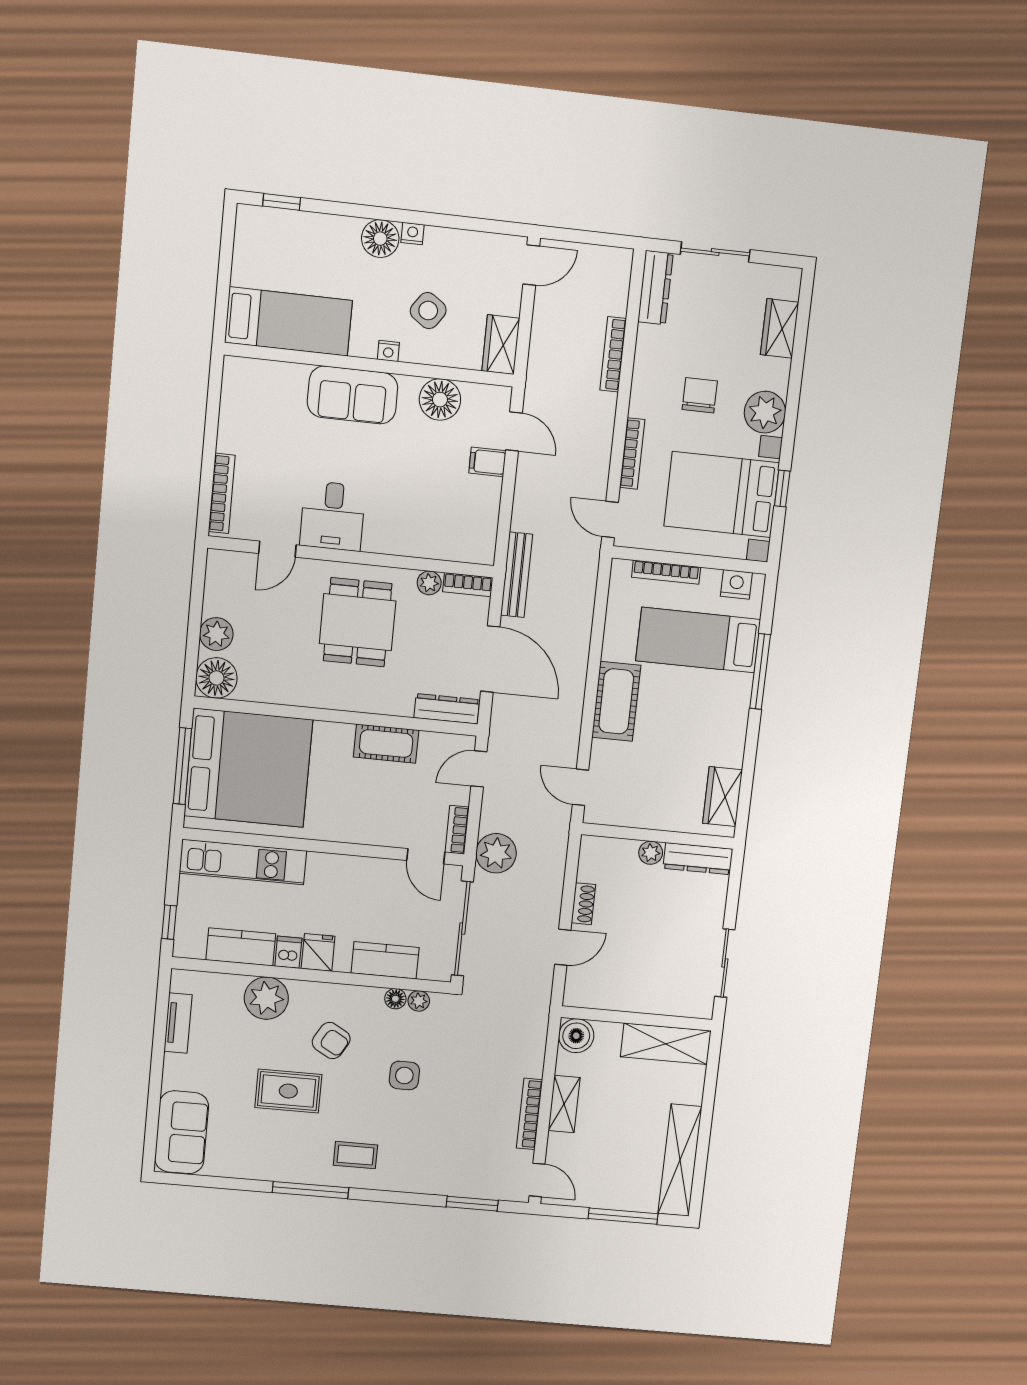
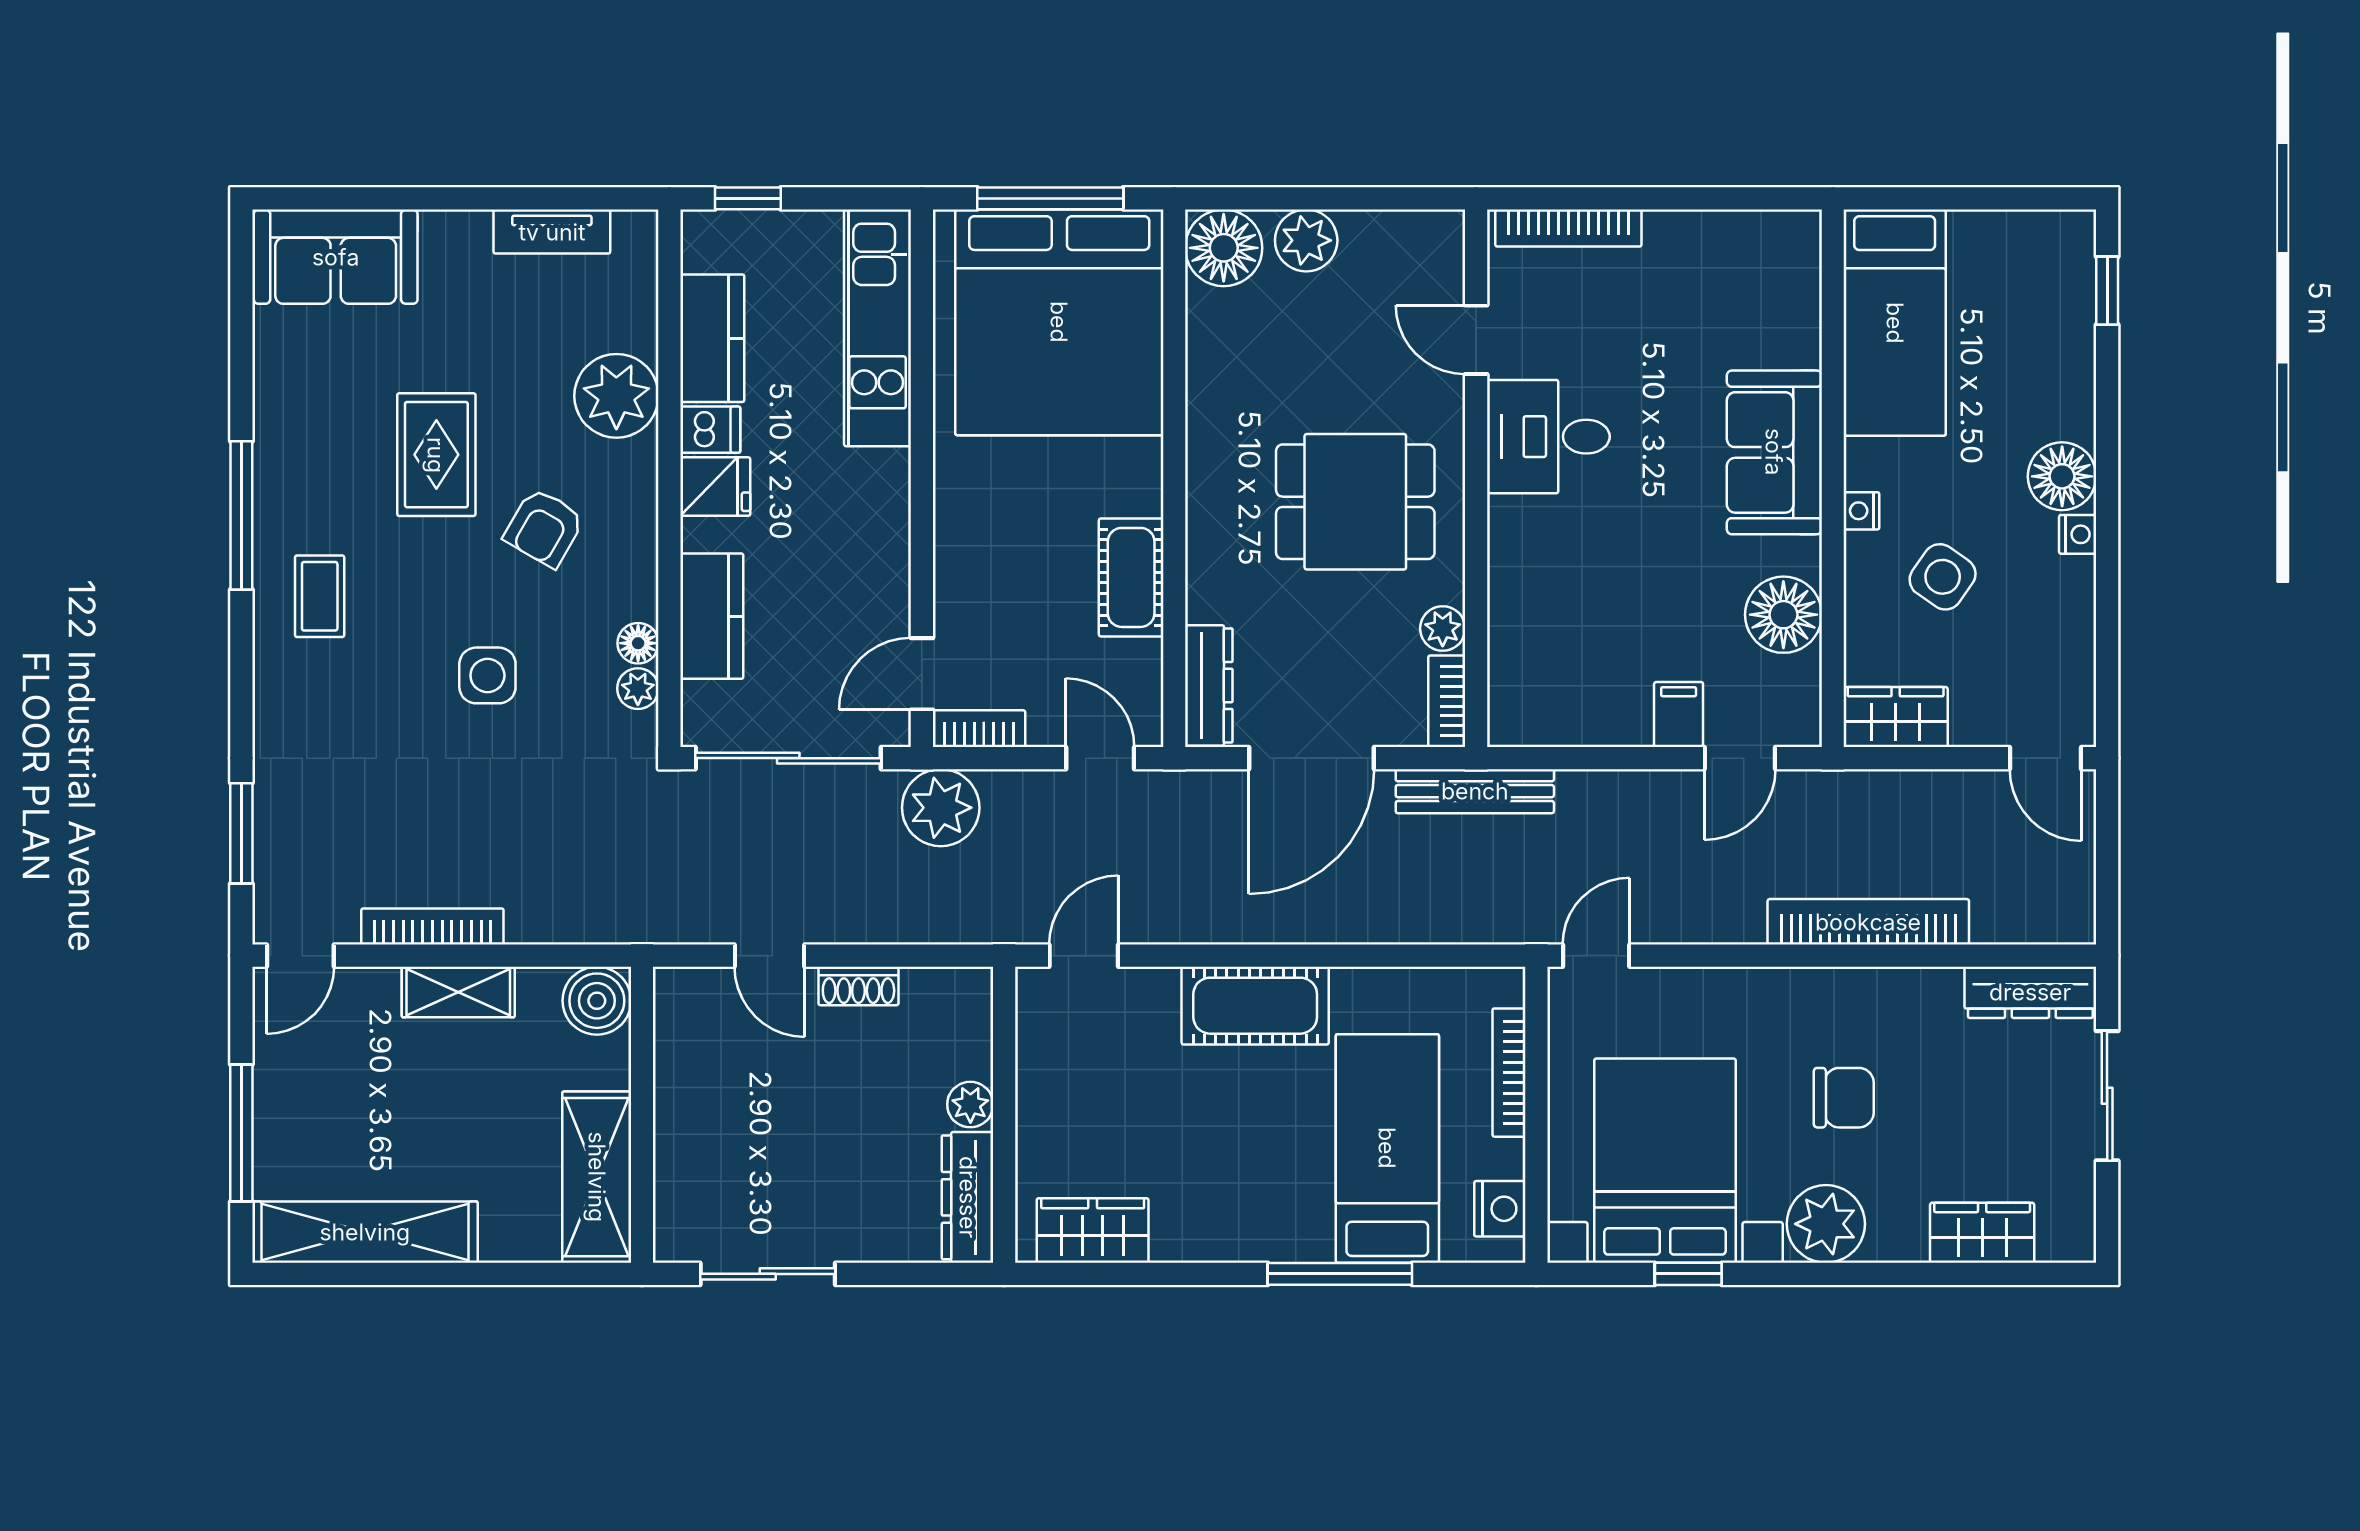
bookcase: (613, 354) -> (1868, 922), width x1.48, depth x1.31
bookcase: (632, 453) -> (1723, 983), removed

